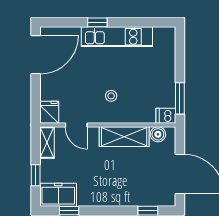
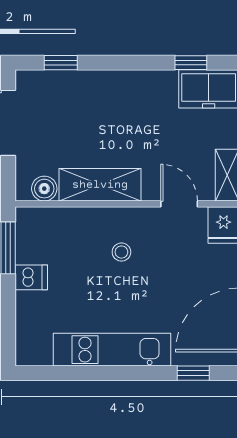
window: (97, 22) -> (193, 373), moved
dishwasher: (166, 116) -> (31, 277), moved

